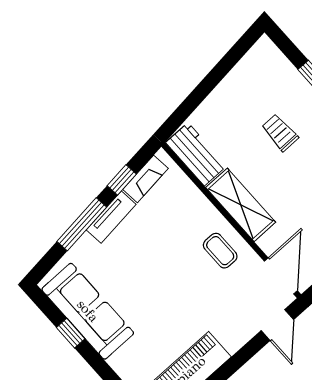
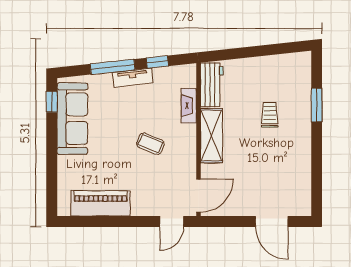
fireplace: (146, 179) -> (189, 106), moved, turned 96
coffee table: (220, 251) -> (150, 144), moved, turned -68
window: (71, 333) -> (52, 102), moved

